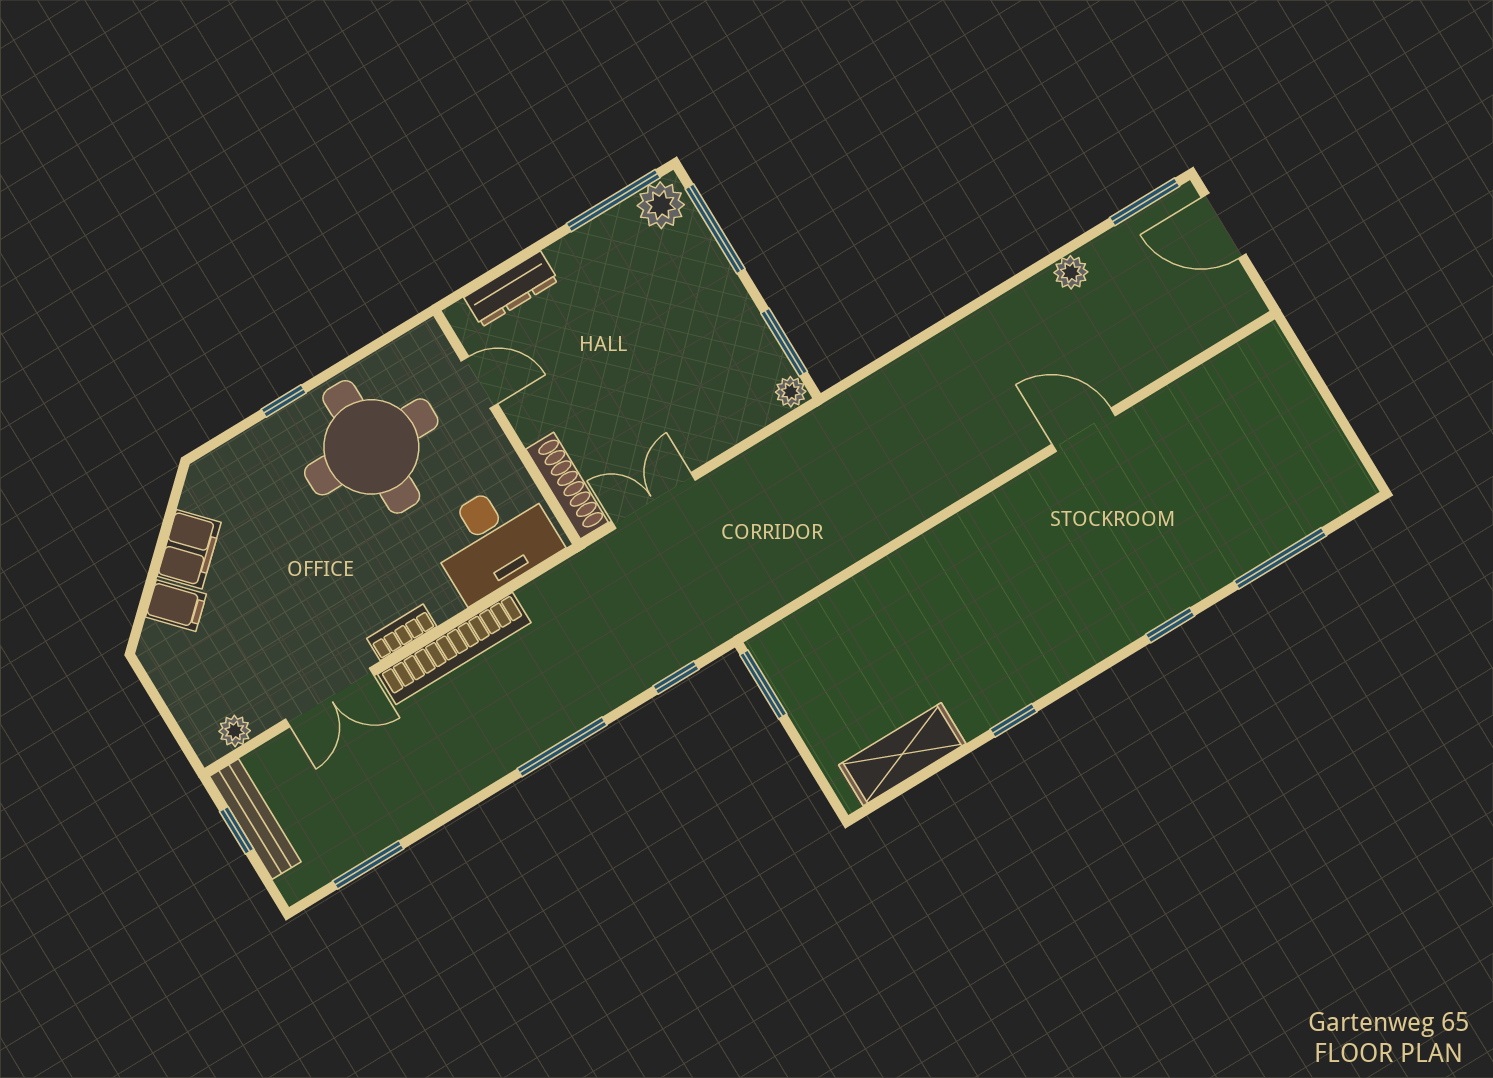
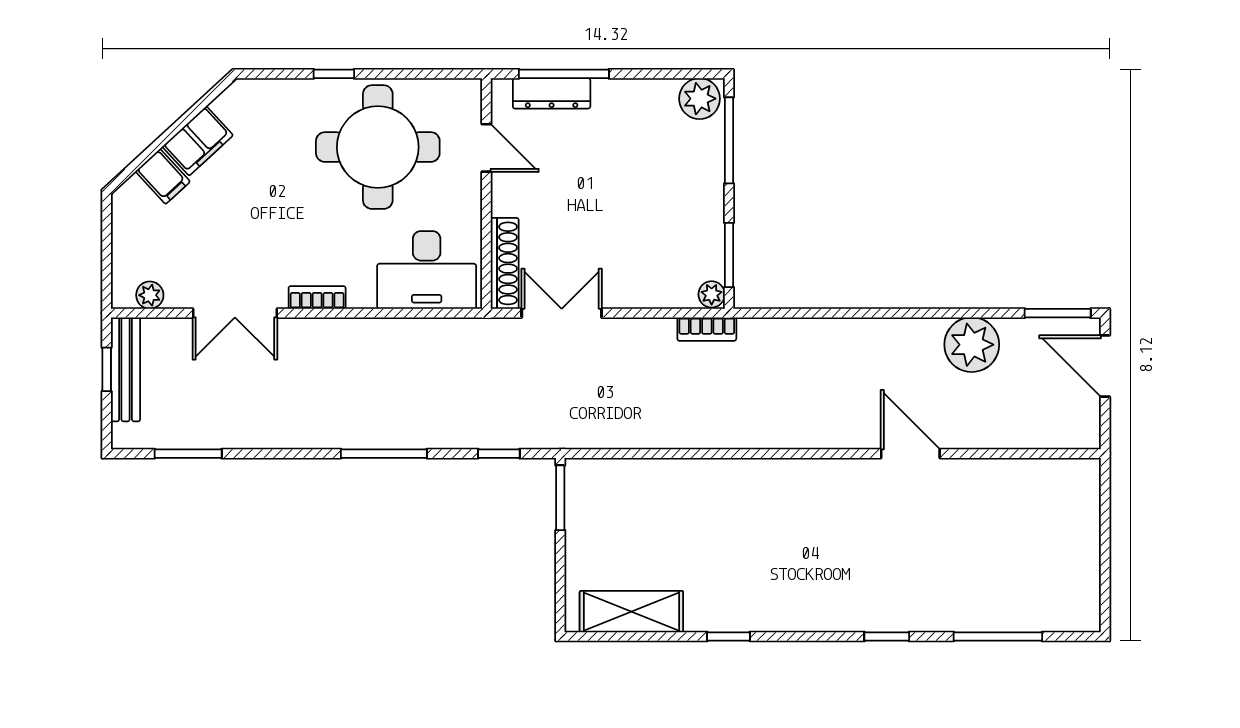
window: (613, 201) -> (564, 74), moved
plant: (1071, 272) -> (972, 345), width x1.88, depth x1.88
bookcase: (454, 648) -> (707, 329), moved, width x0.43, depth x0.76

